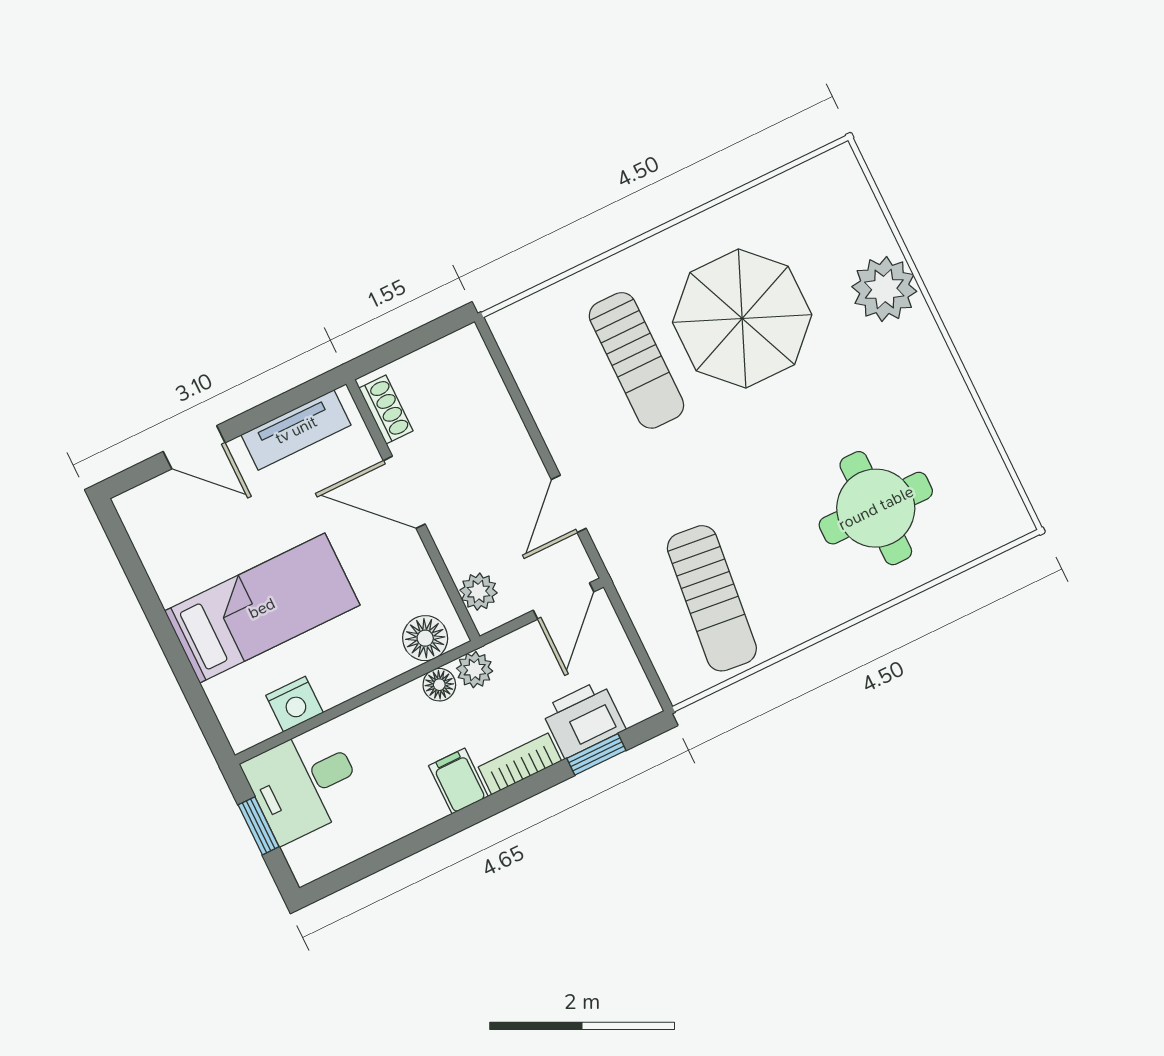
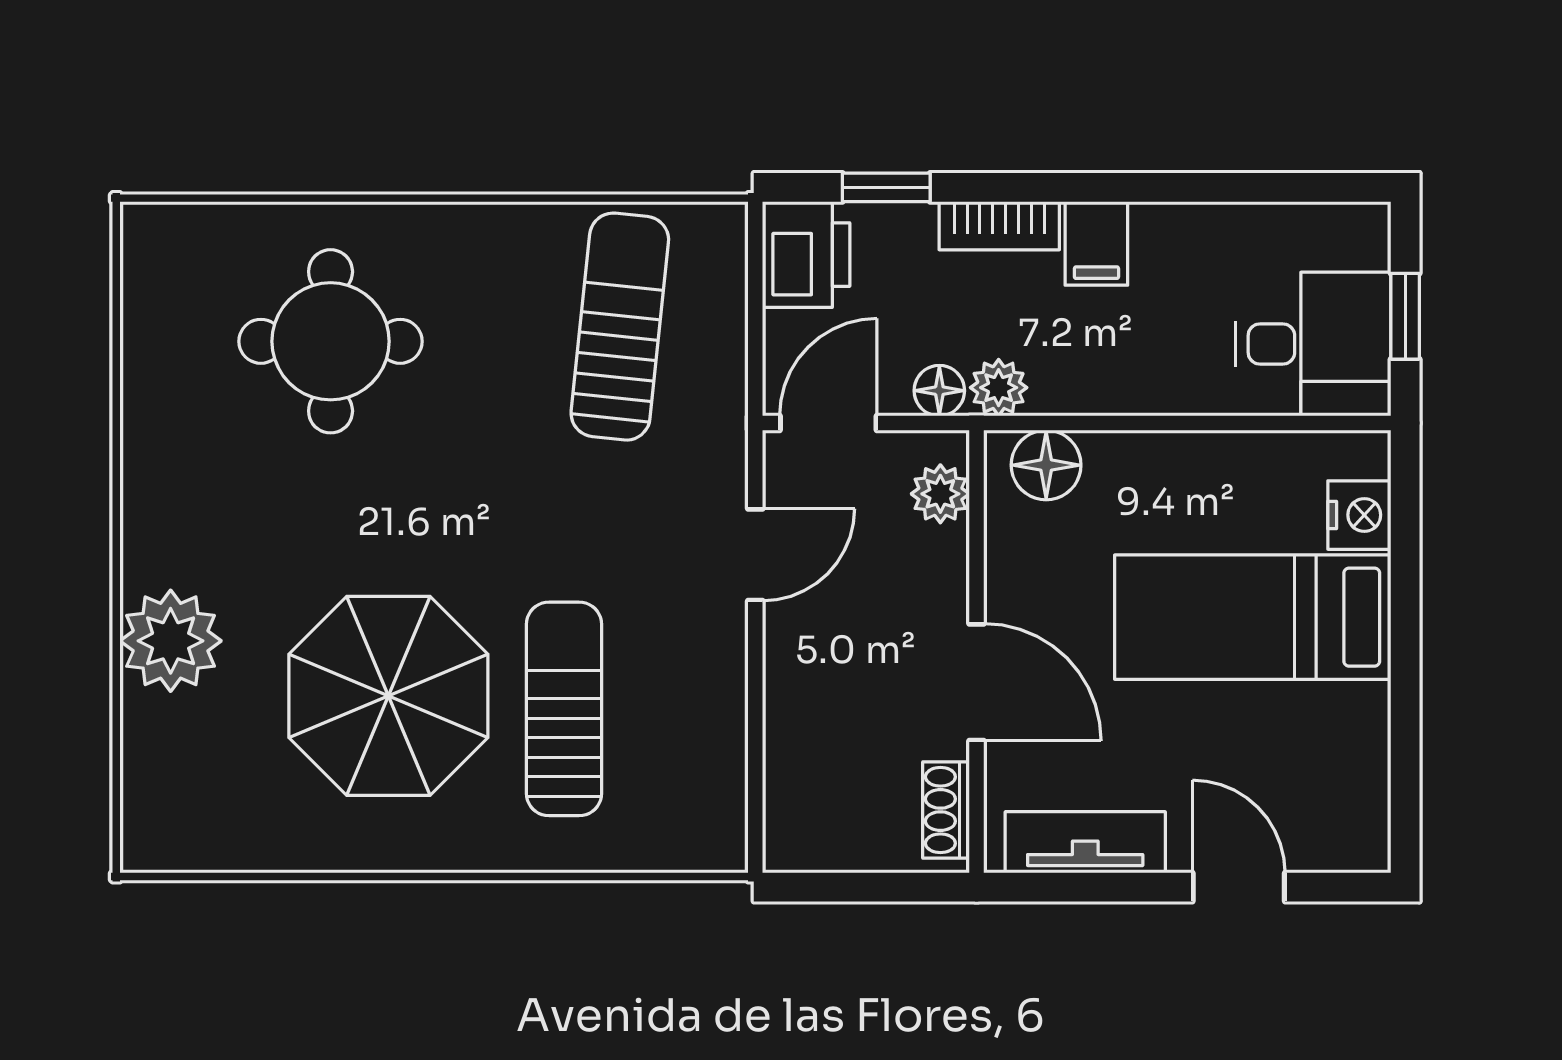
floor lamp: (439, 685) -> (939, 391), moved
nightstand: (294, 704) -> (1359, 515), moved, turned 90
printer: (583, 719) -> (806, 255), moved, turned -90

